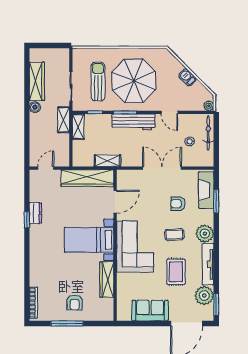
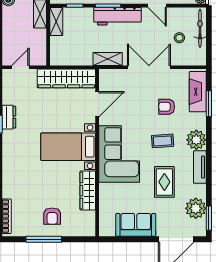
shelving: (107, 161) -> (108, 59), moved
tv unit: (208, 264) -> (200, 167), width x0.71

